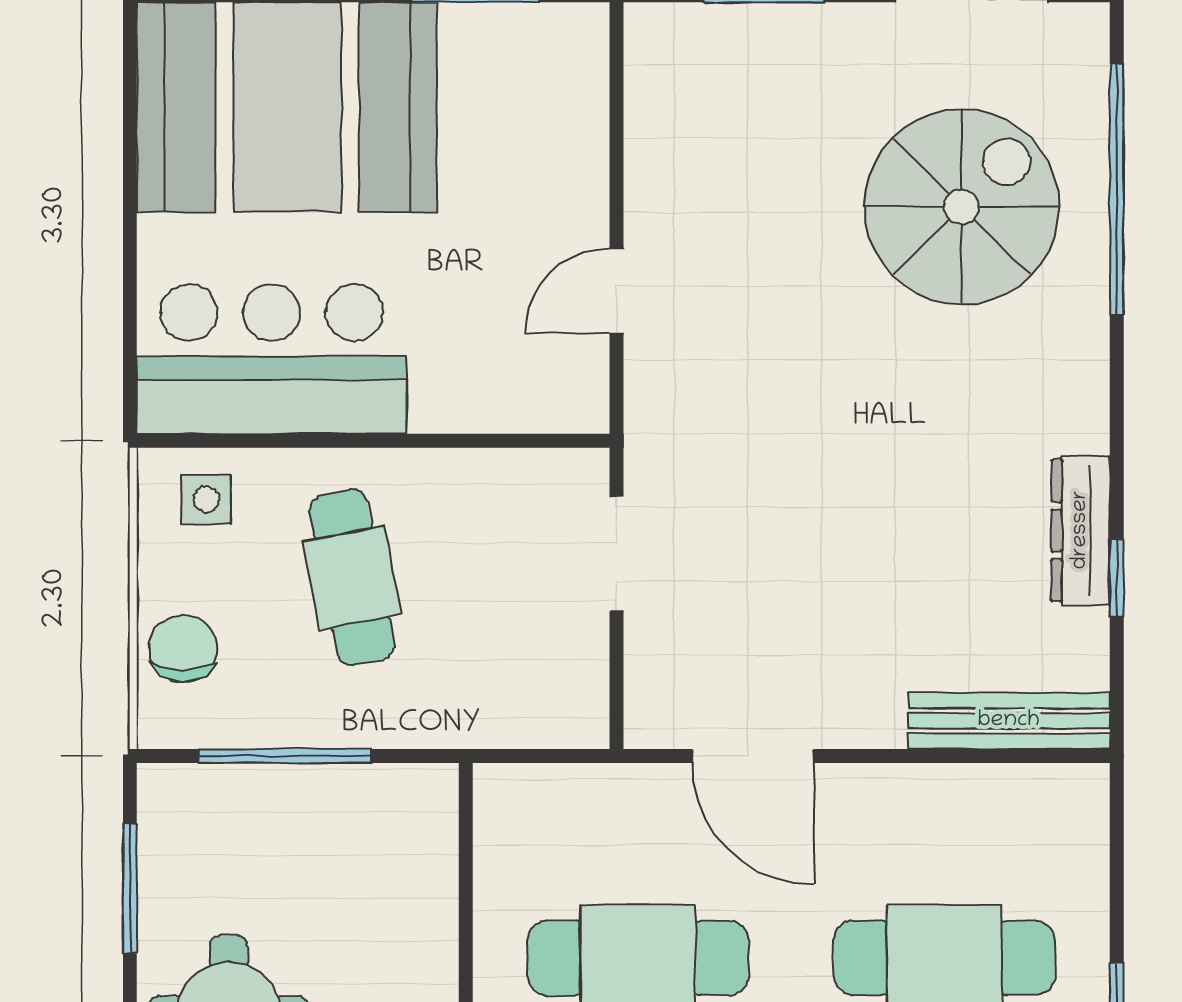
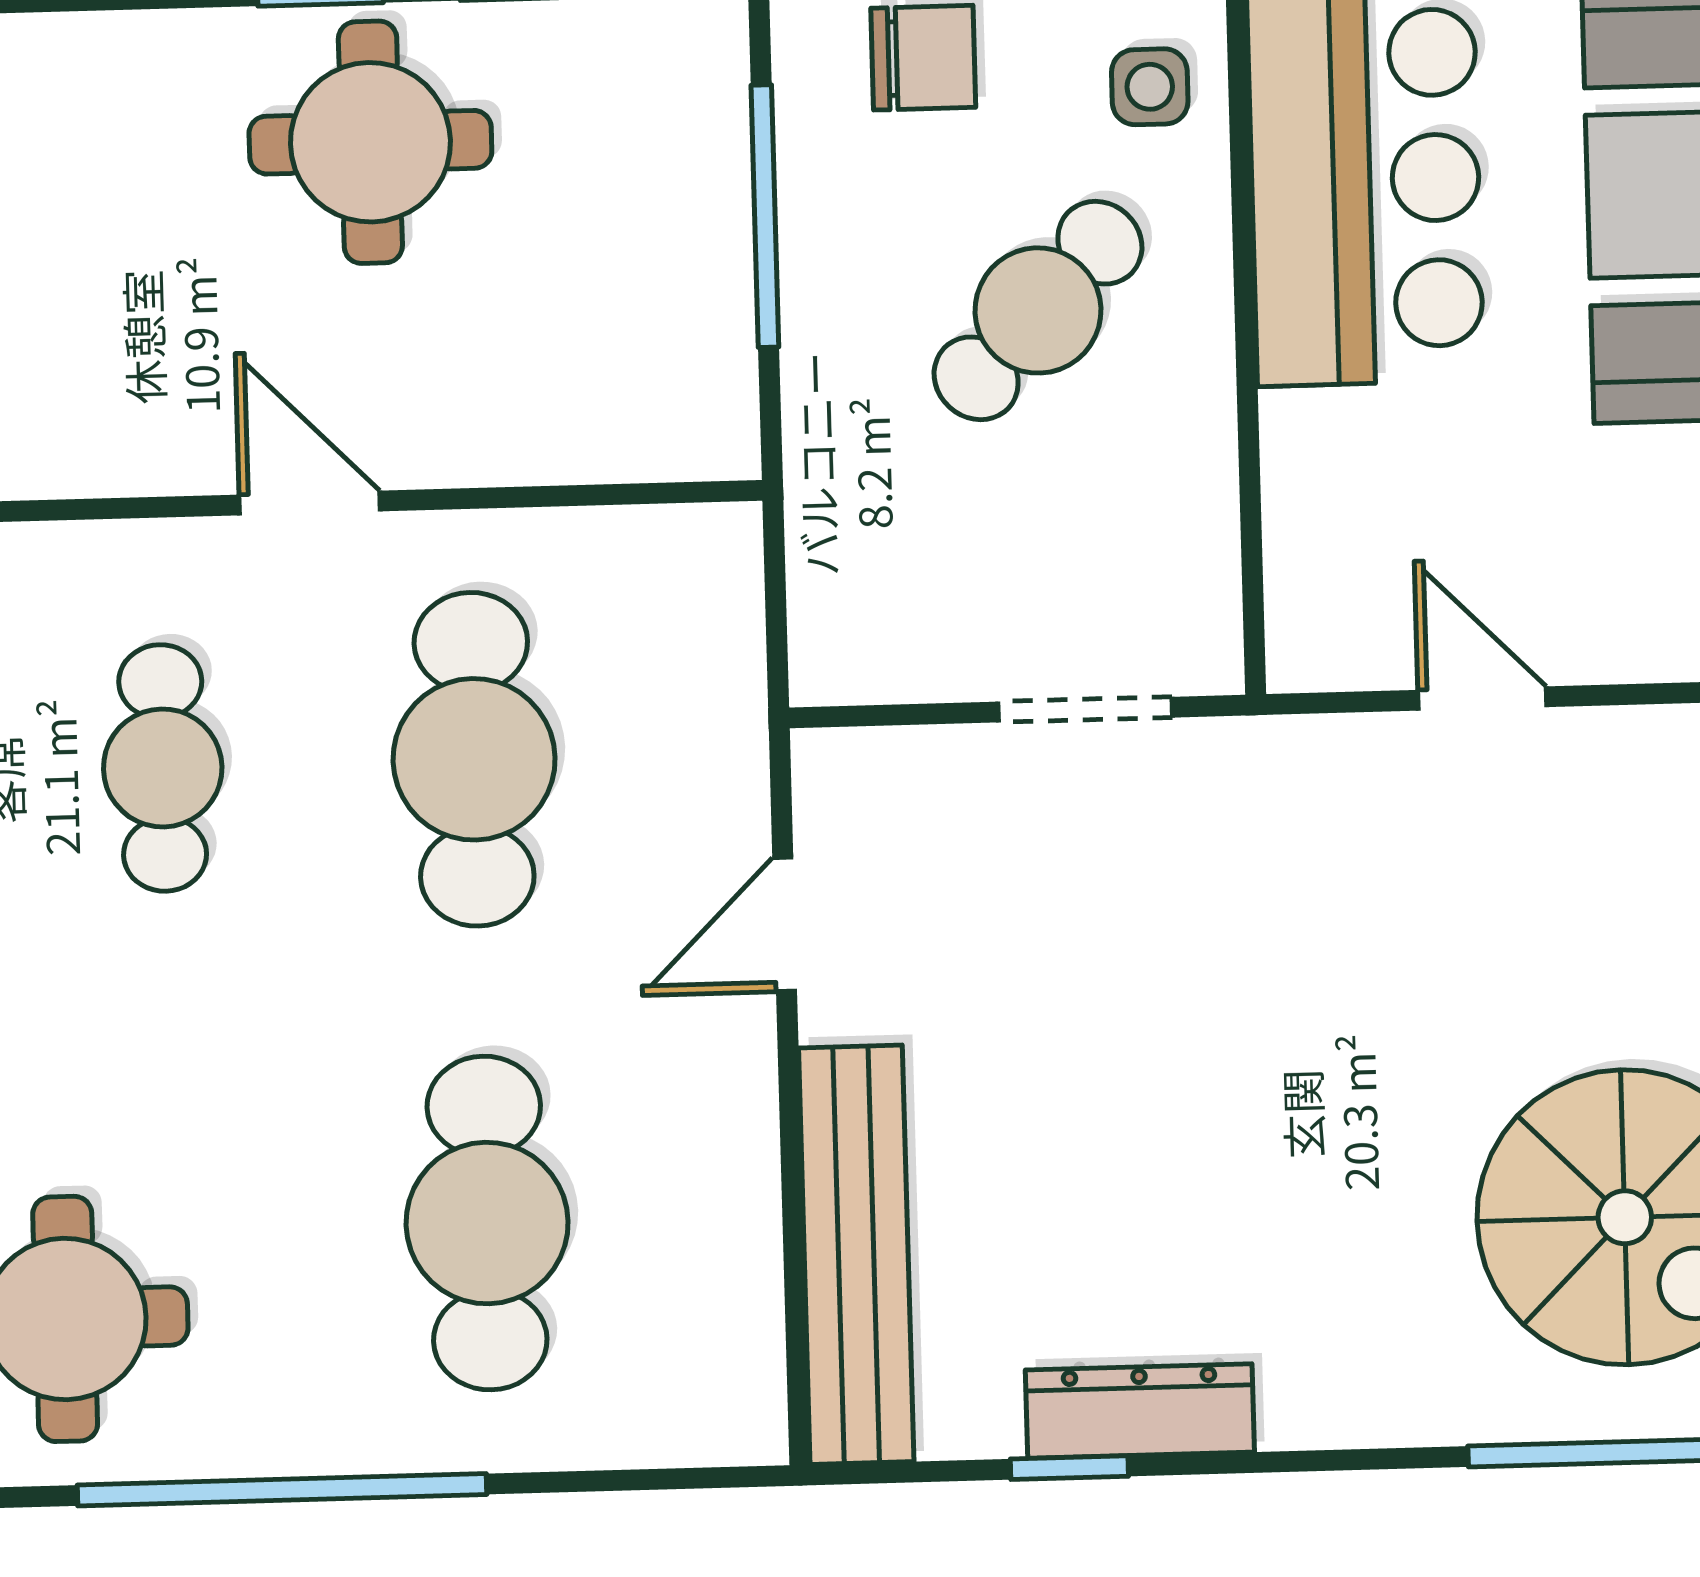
cafe table: (352, 577) -> (1038, 310), turned -35
bench: (1009, 721) -> (856, 1255), width x1.37, depth x1.21
door: (753, 756) -> (785, 924), width x0.73

